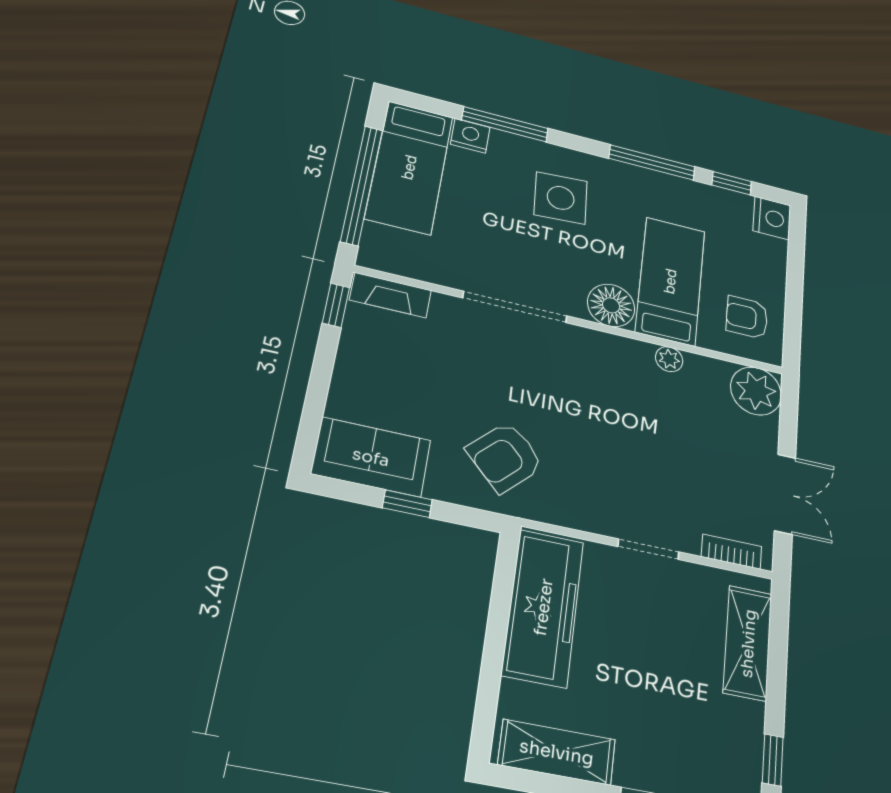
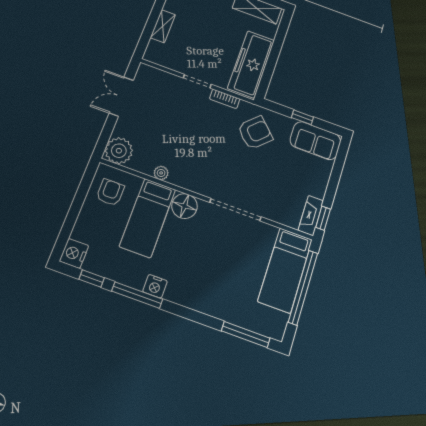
window: (505, 124) -> (246, 334), moved
nightstand: (470, 136) -> (155, 286), moved
bed: (409, 167) -> (285, 270), moved, turned 180
side table: (561, 198) -> (197, 274), removed
fireplace: (391, 295) -> (311, 215), moved, turned -90
armchair: (747, 317) -> (110, 192), turned -90
bookcase: (731, 552) -> (225, 99), moved
shelving: (748, 643) -> (163, 26), width x0.67, depth x0.75

